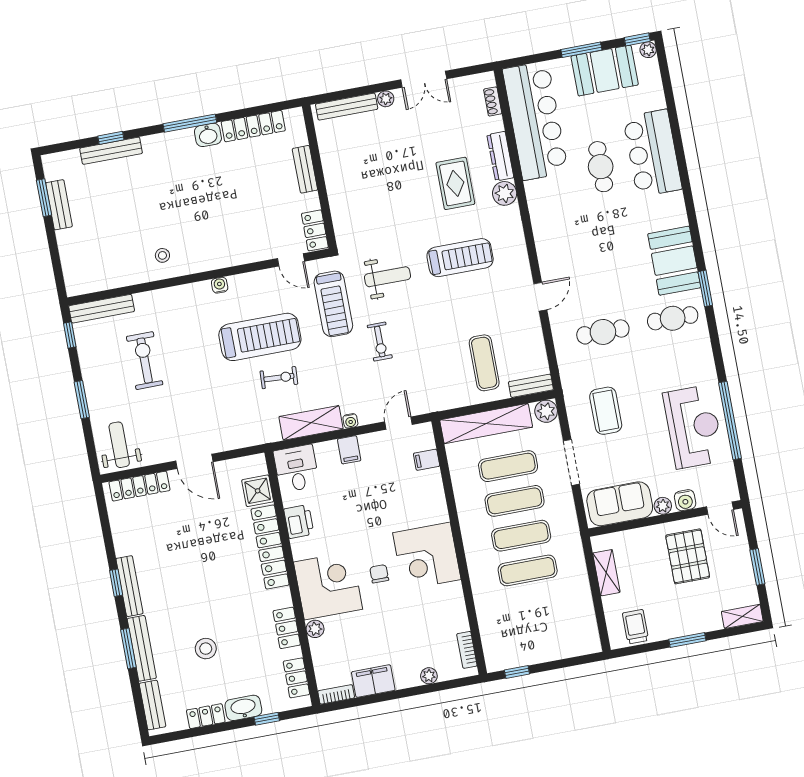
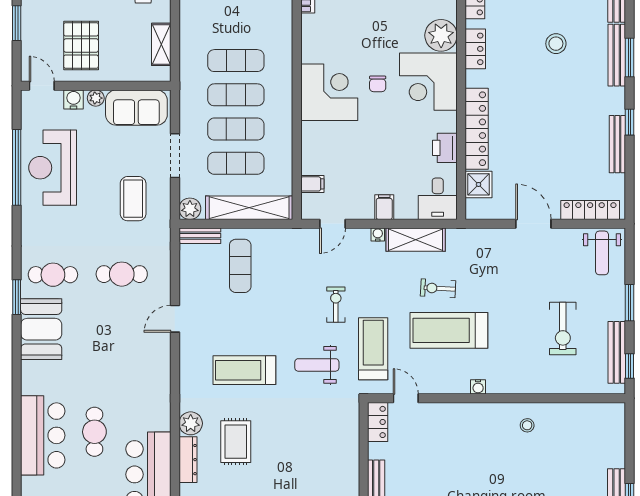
bench: (102, 309) -> (617, 352), moved, turned 90
bench: (129, 586) -> (617, 144), moved
plant: (315, 629) -> (441, 35), width x1.87, depth x1.87

